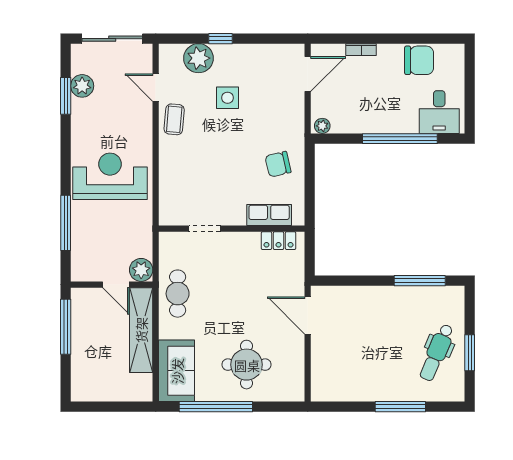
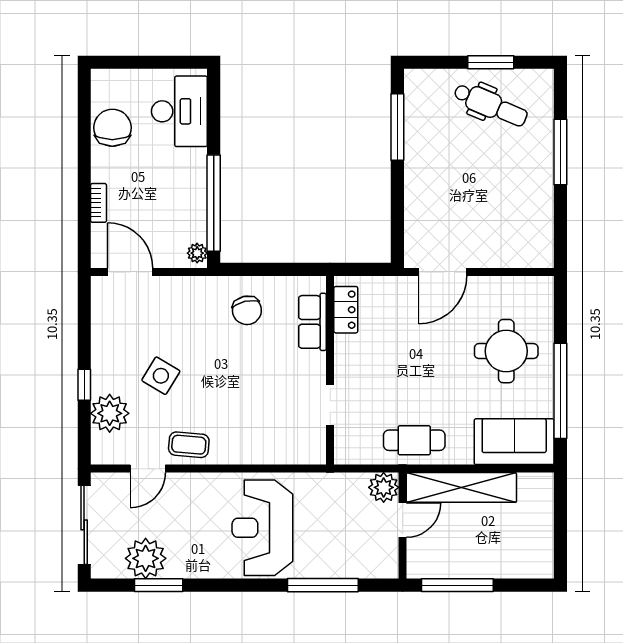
plant: (82, 86) -> (146, 558), width x1.36, depth x1.36
side table: (227, 98) -> (161, 376), turned 31
desk: (439, 112) -> (179, 111), width x1.37
window: (400, 139) -> (214, 203), moved

